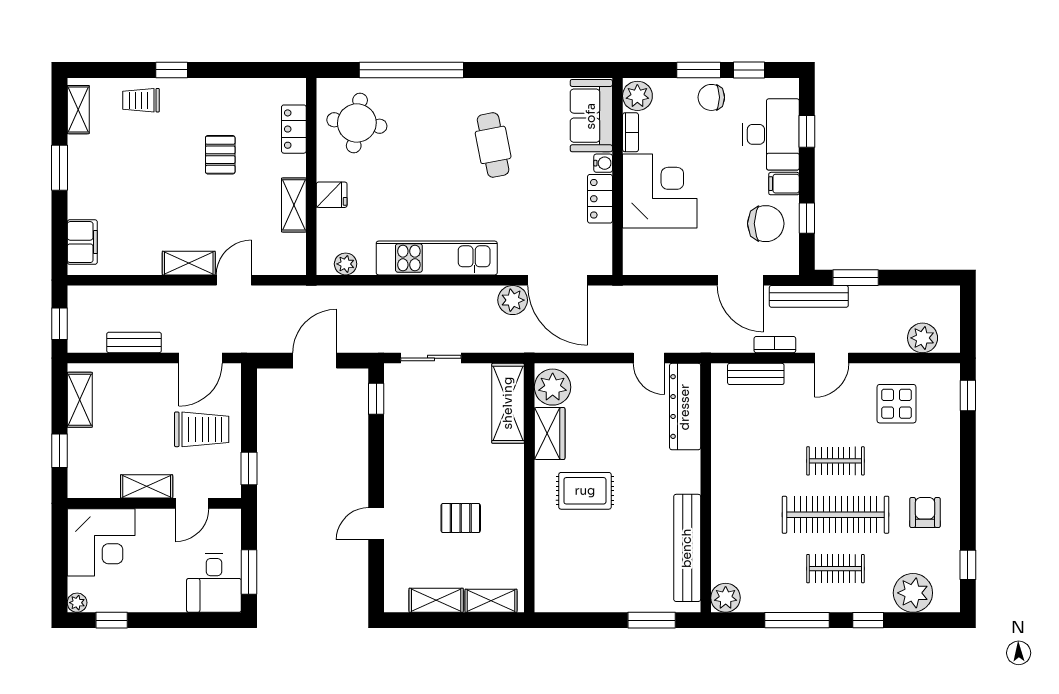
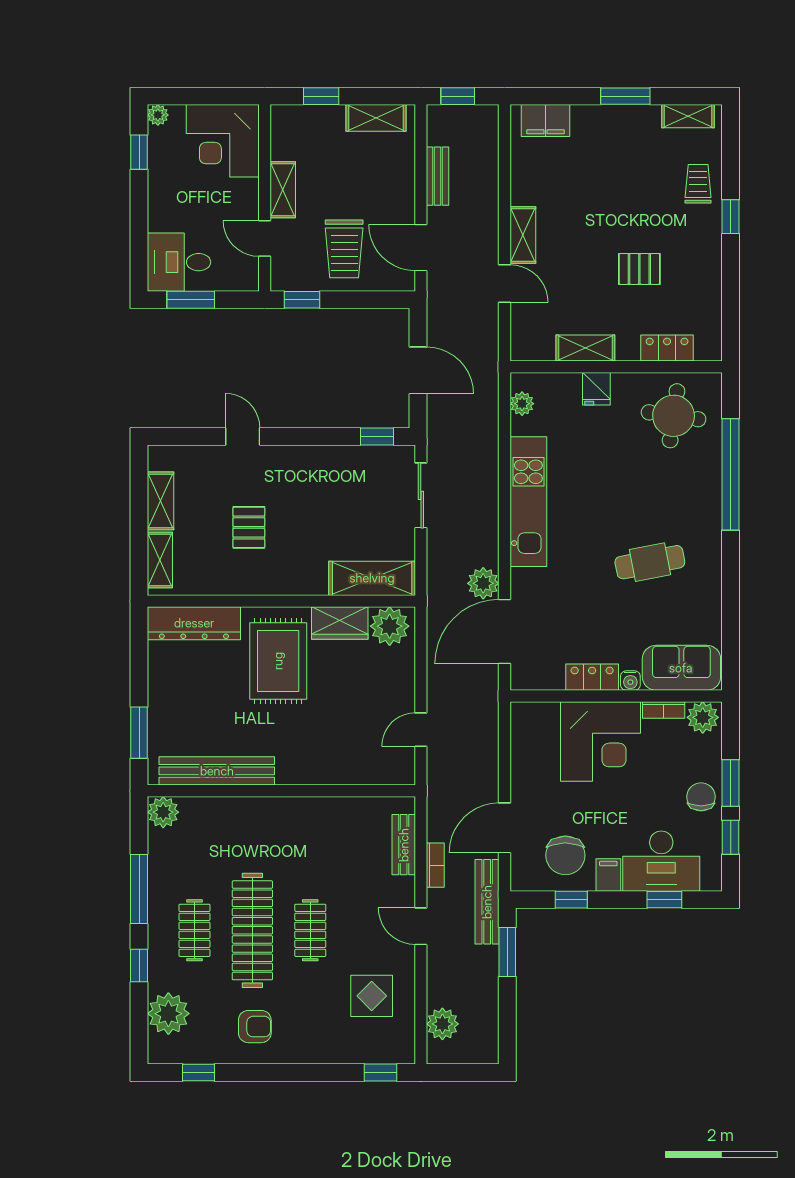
dresser: (685, 407) -> (194, 623), moved, turned 180
rug: (585, 491) -> (278, 661), width x1.36, depth x1.43

